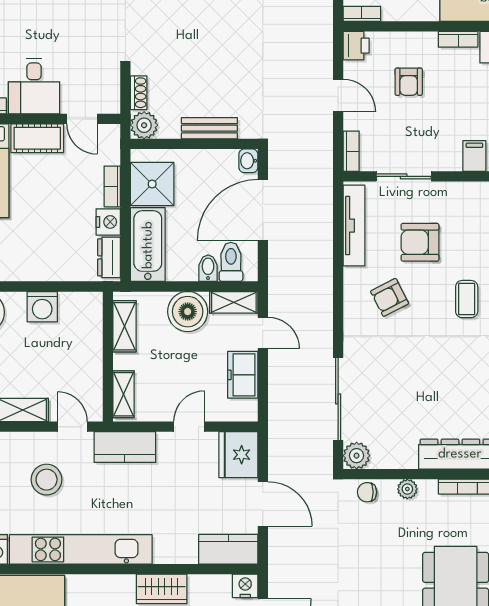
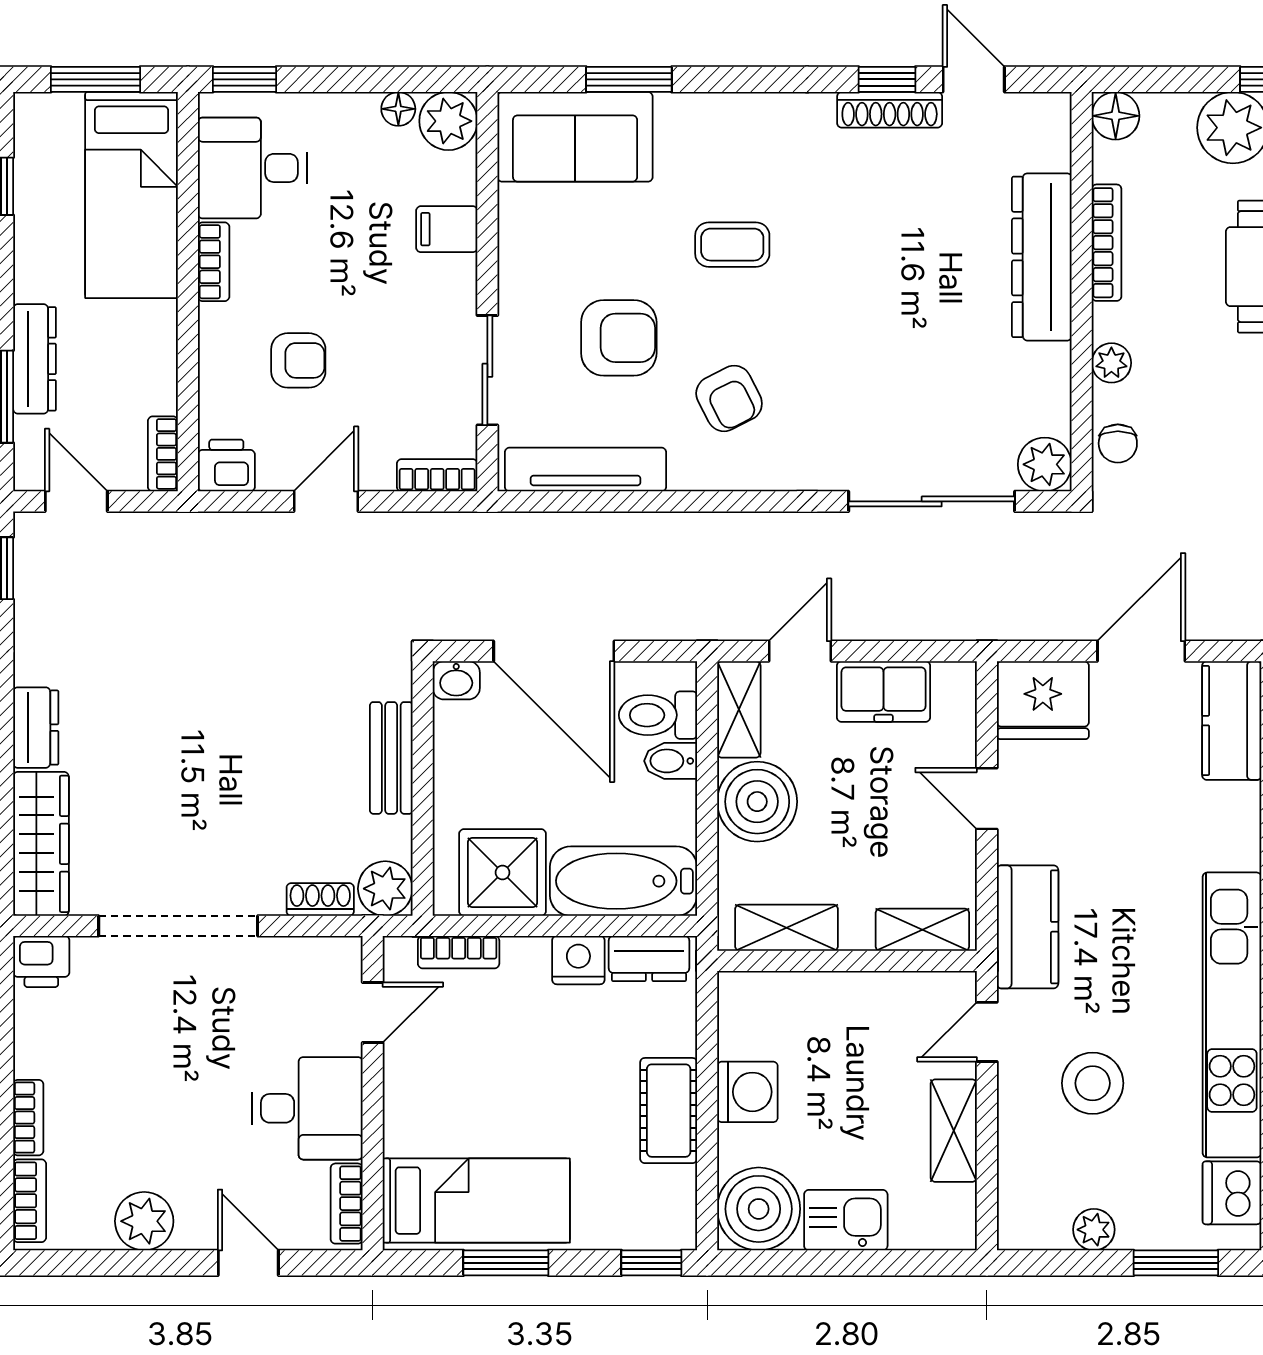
cot: (37, 138) -> (669, 1111), moved
bookcase: (112, 186) -> (459, 952), moved
armchair: (420, 242) -> (619, 338), turned -90

